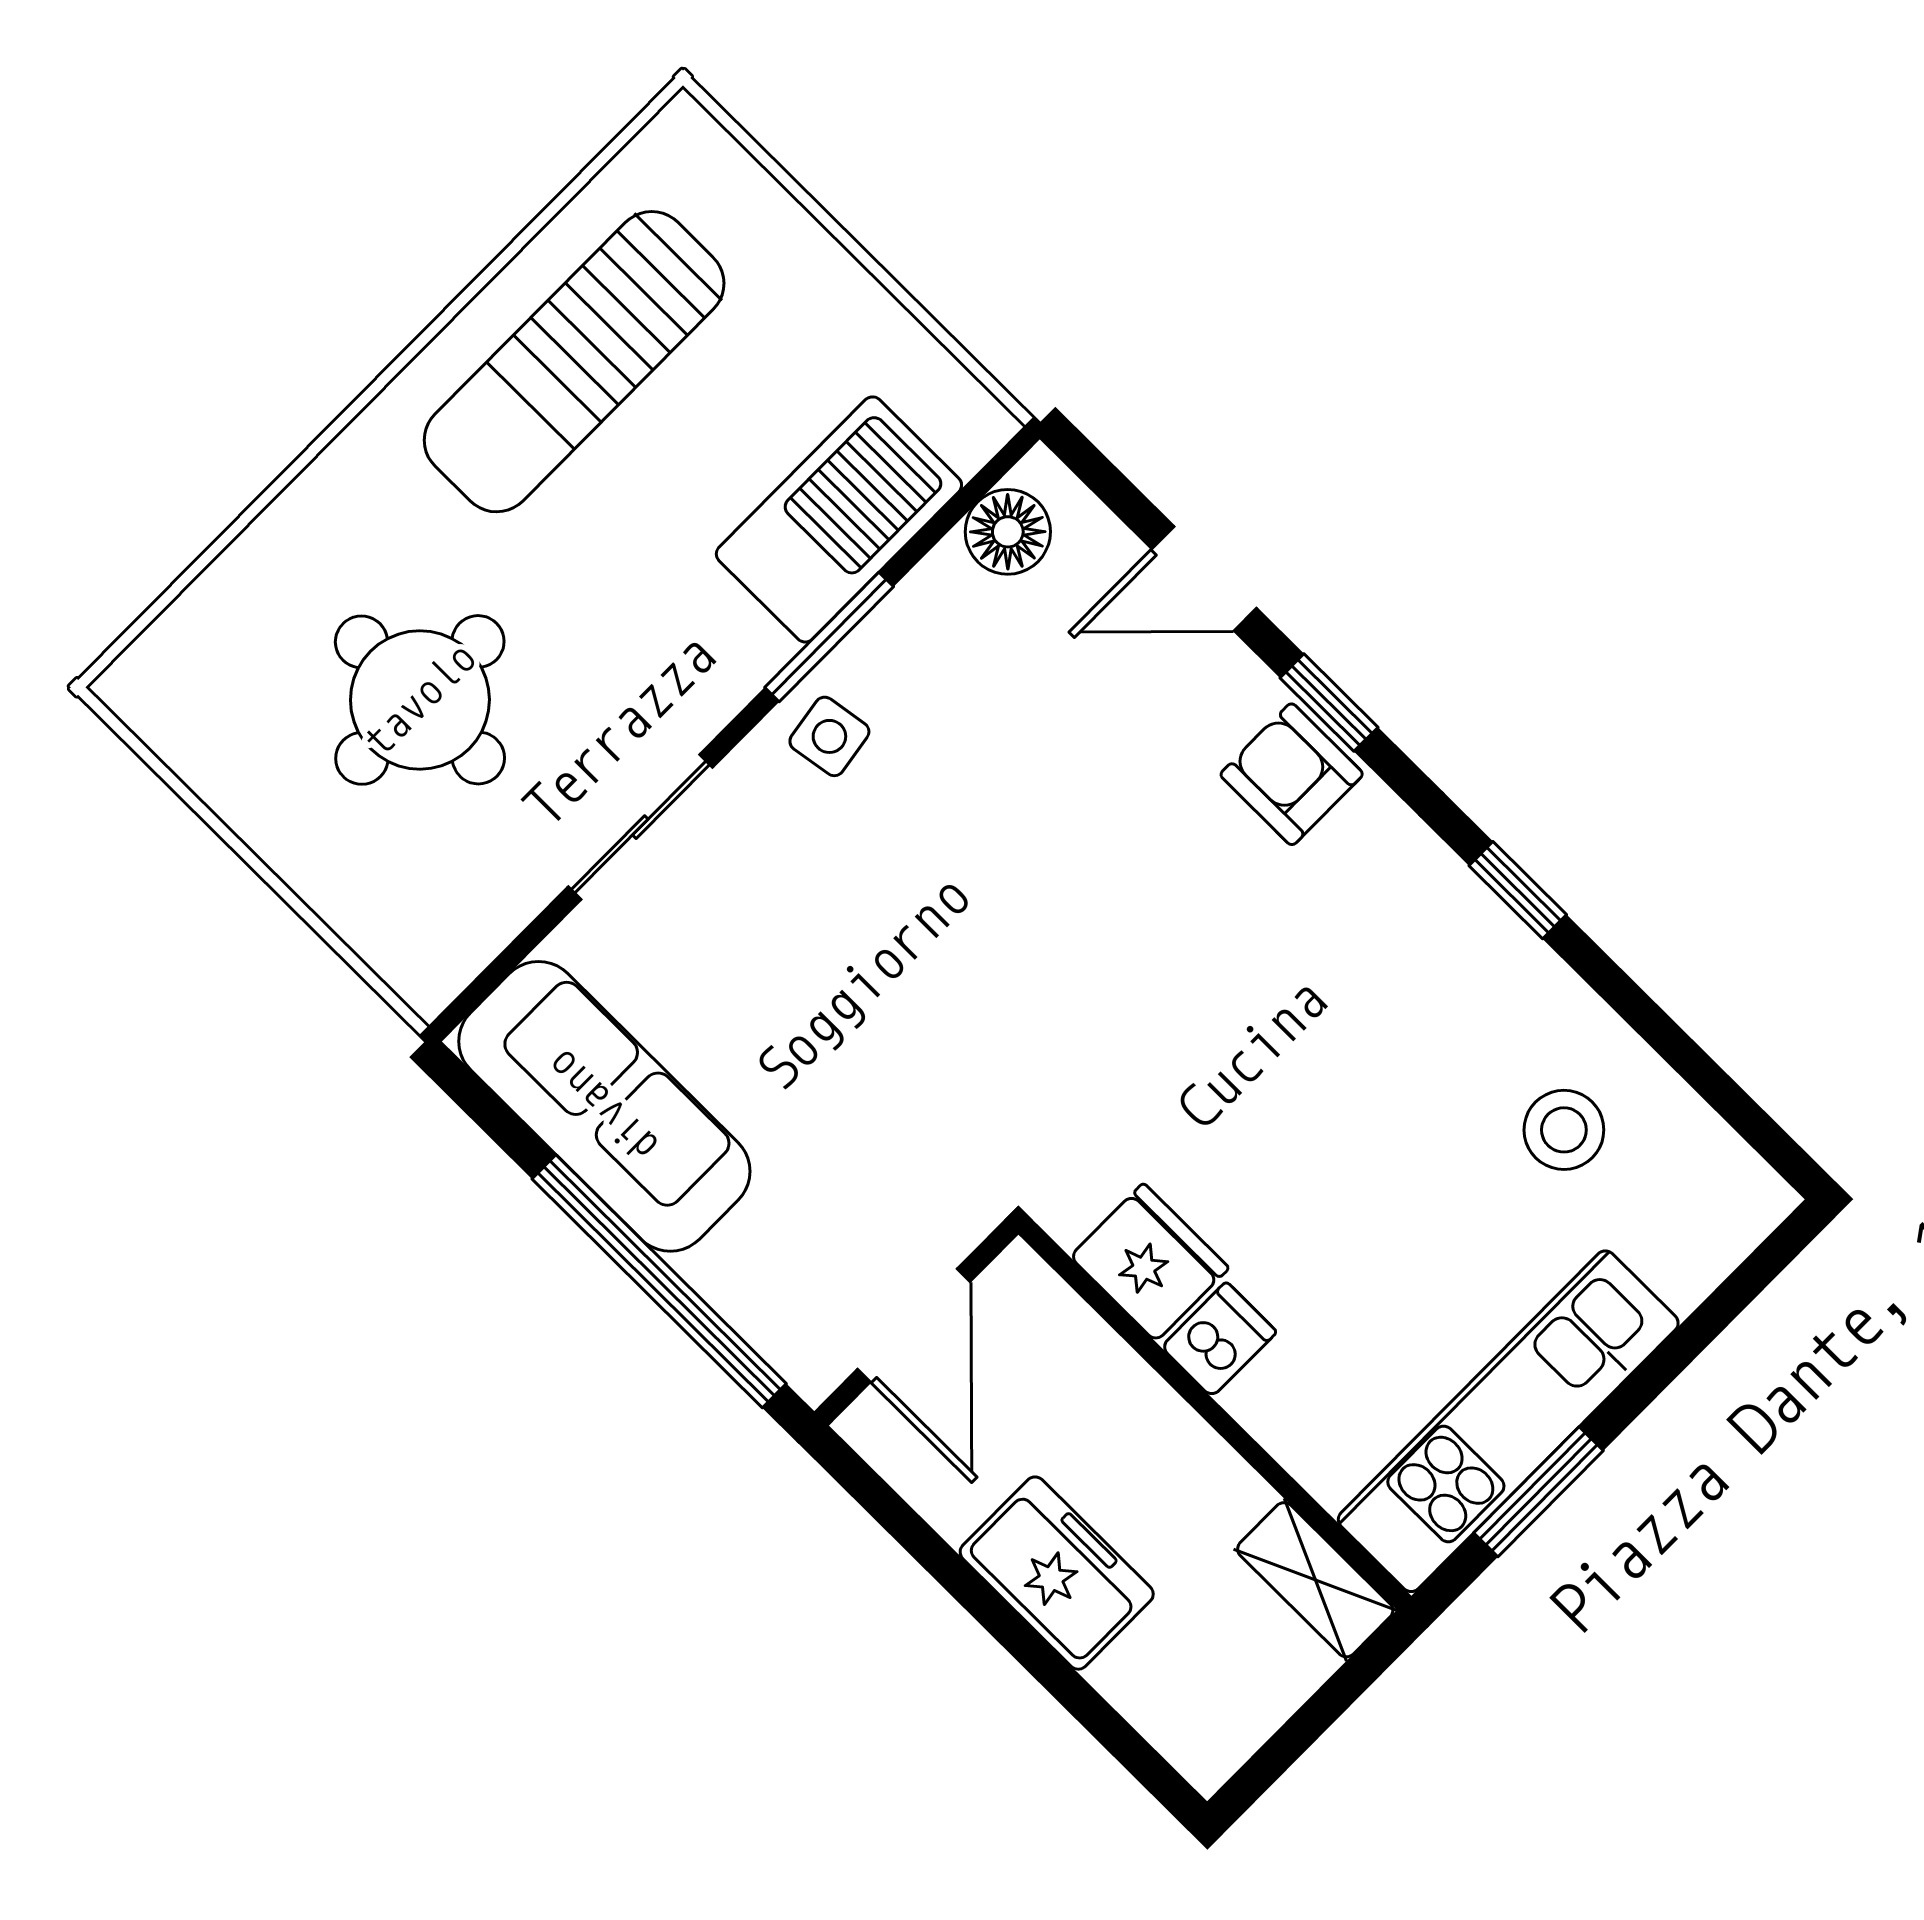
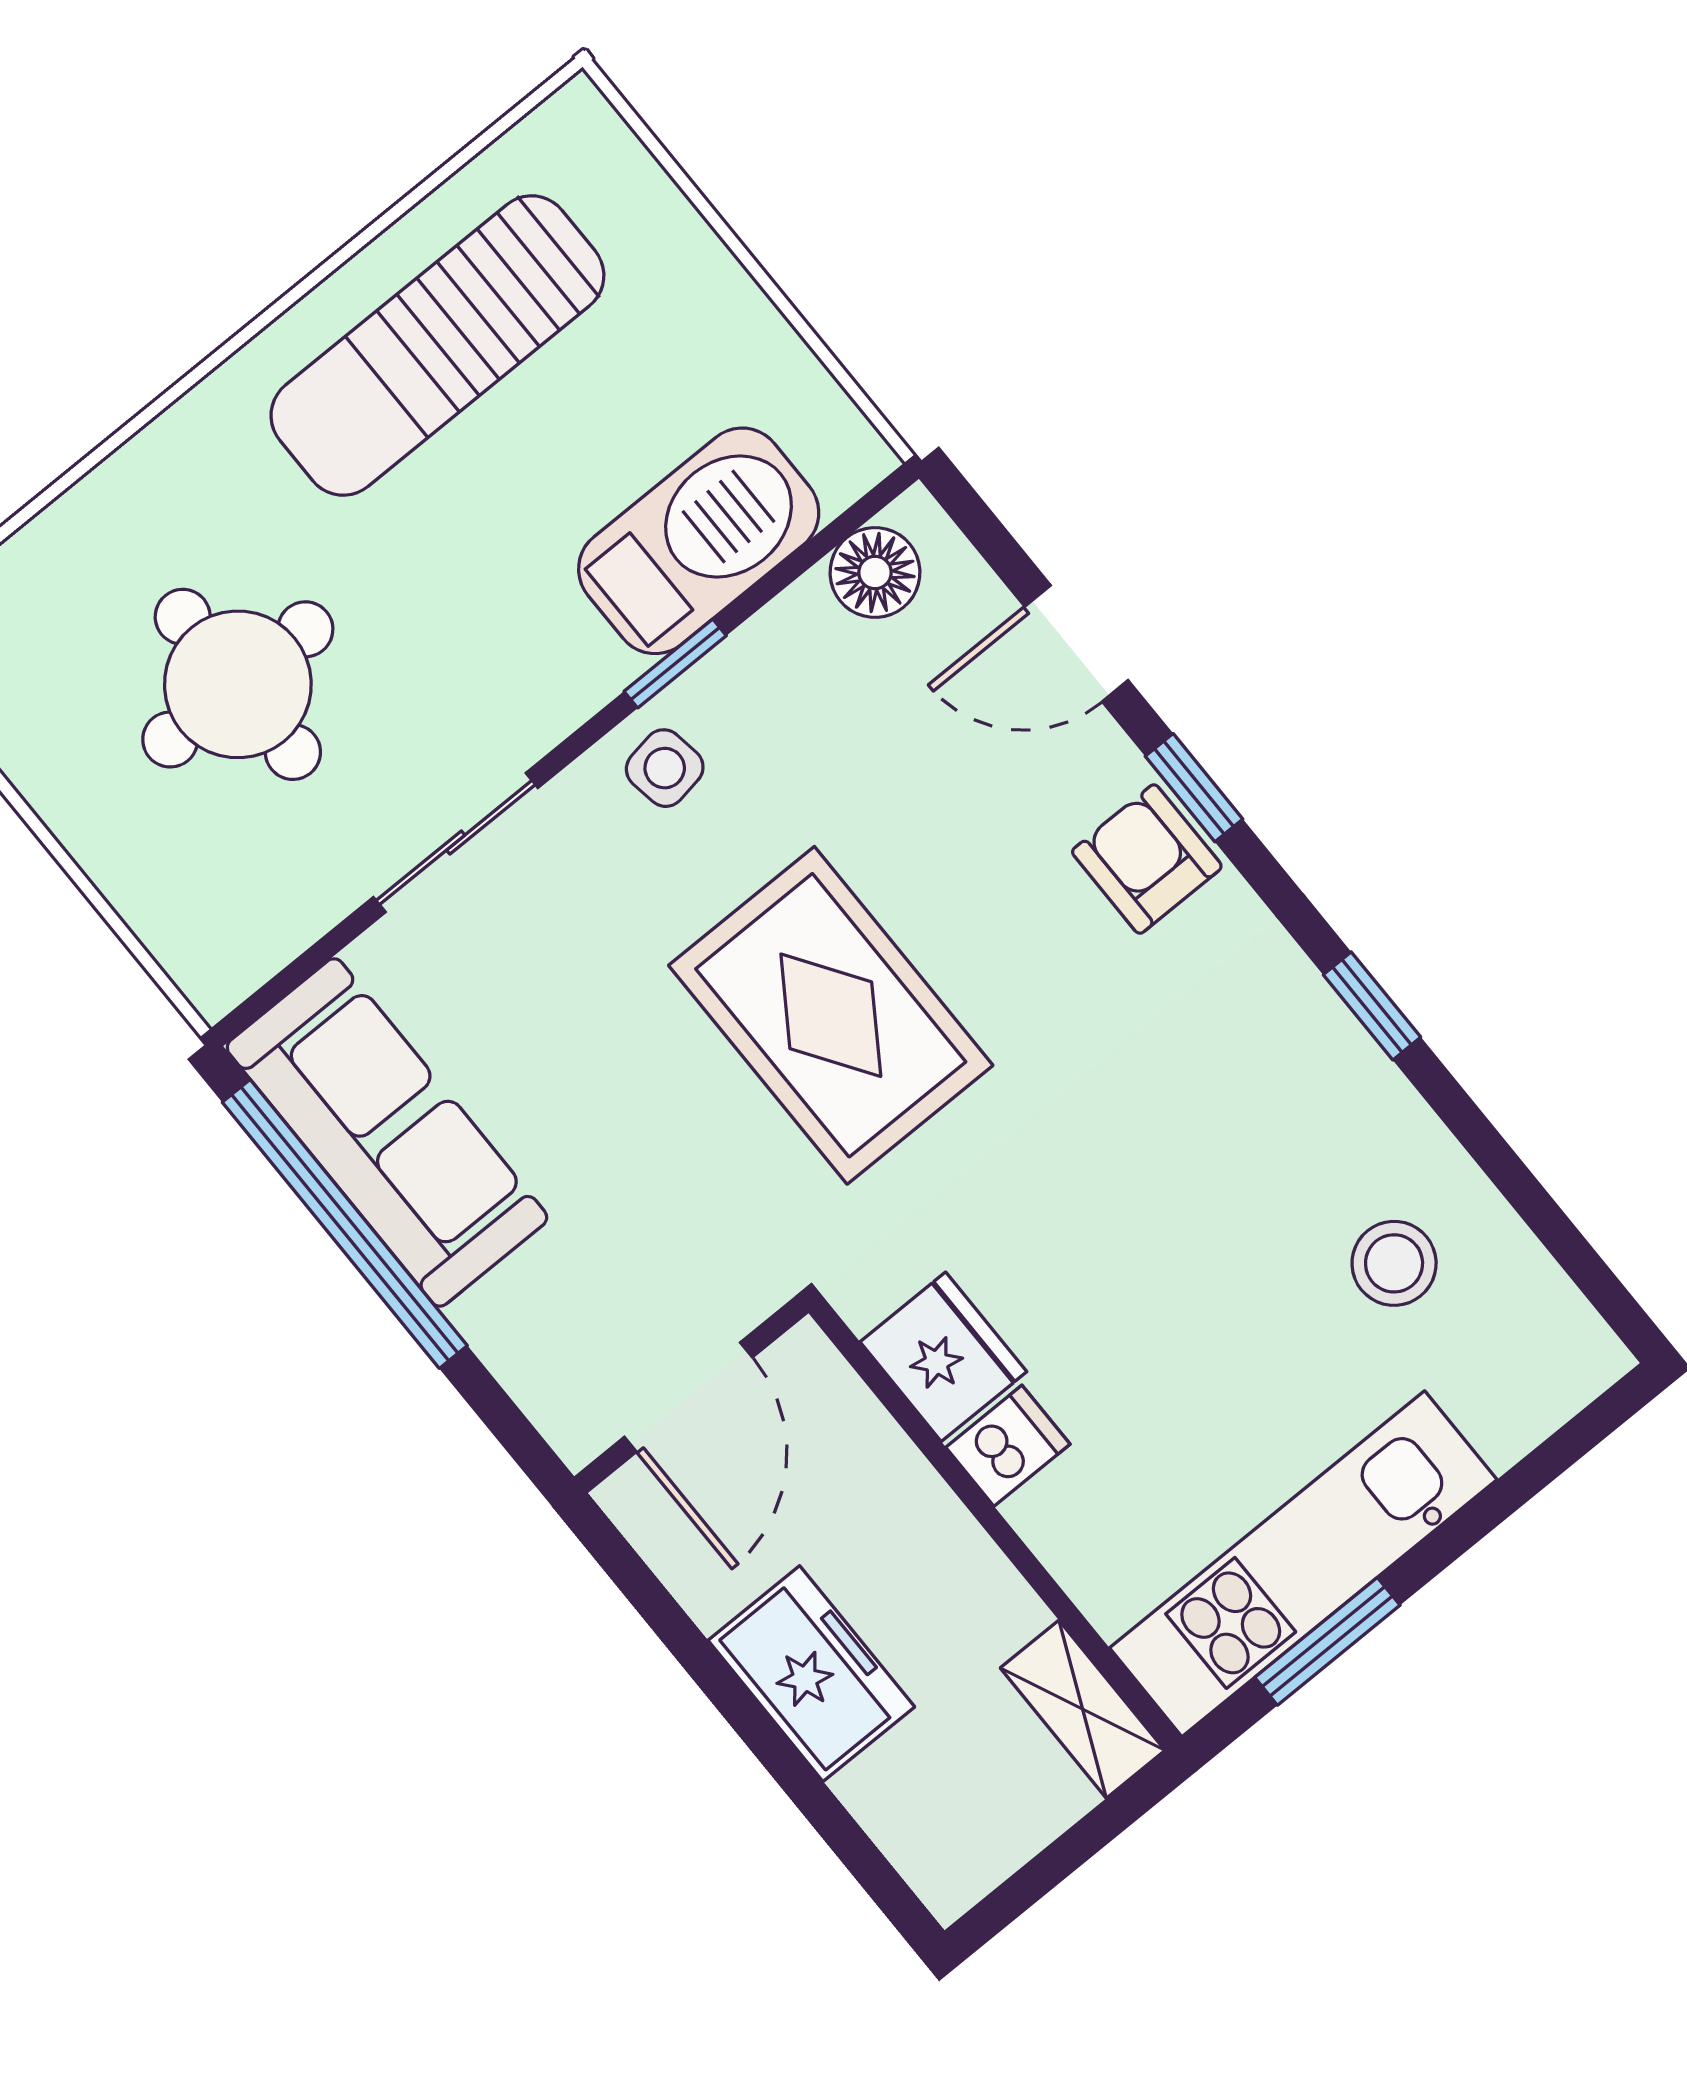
window: (829, 637) -> (675, 663), width x0.67
rug: (1010, 952) -> (831, 1015), added
window: (659, 1281) -> (345, 1224), moved

